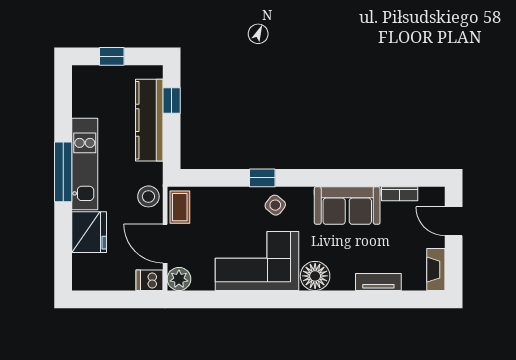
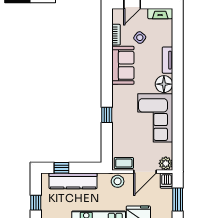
side table: (275, 205) -> (140, 38), moved
tv unit: (378, 282) -> (167, 60), moved
window: (117, 299) -> (178, 200), added

